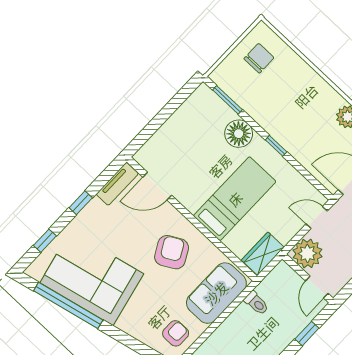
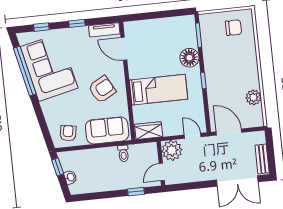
armchair: (176, 333) -> (68, 133), turned -80

